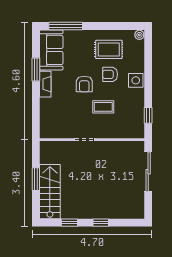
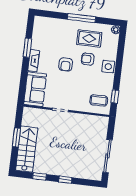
window: (66, 26) -> (82, 18), moved
sofa: (51, 50) -> (35, 89), moved
coffee table: (103, 107) -> (99, 100), moved
sliding door: (148, 172) -> (108, 156), moved

